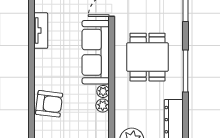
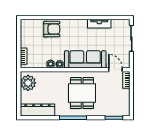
dining table: (148, 57) -> (82, 93), turned 90
armchair: (49, 104) -> (52, 29), turned -97

